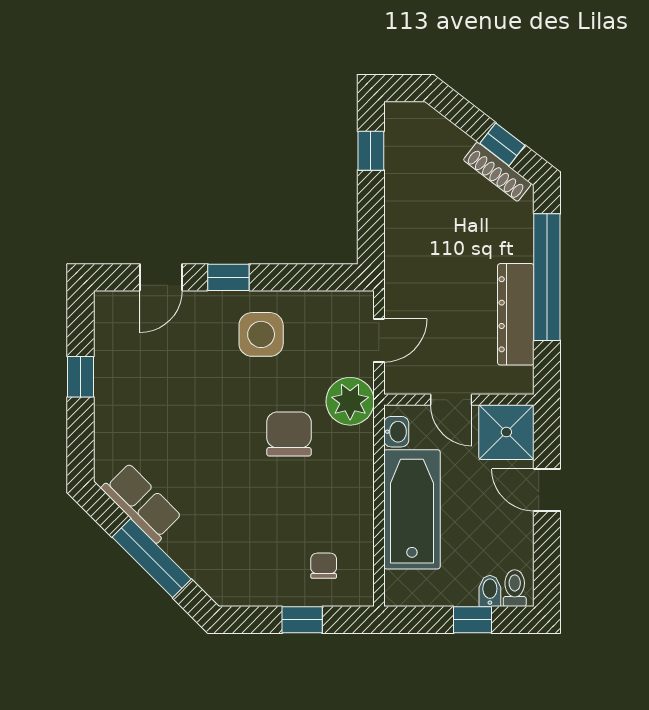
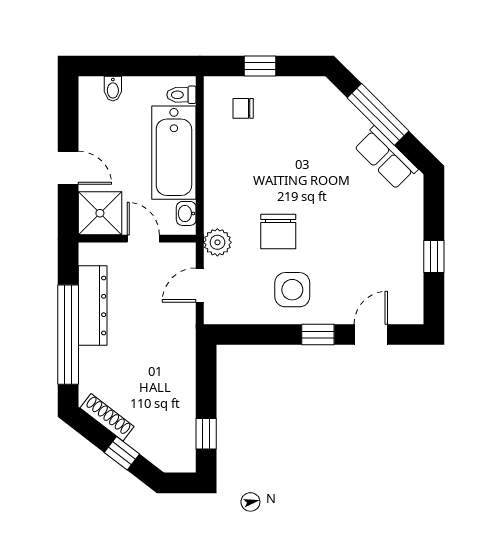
window: (502, 144) -> (122, 453), moved
plant: (350, 401) -> (217, 242), width x0.73, depth x0.73
chair: (289, 434) -> (278, 231), moved
chair: (324, 566) -> (243, 108), turned 90
toilet: (515, 588) -> (181, 95), moved, turned 90
window: (473, 620) -> (126, 66), removed

